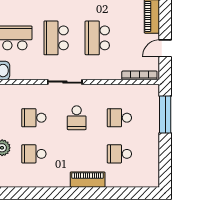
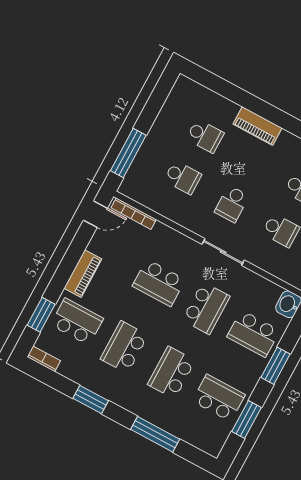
school desk: (97, 38) -> (159, 283), turned 90
door: (165, 48) -> (95, 214), moved
school desk: (77, 118) -> (232, 204), turned 180

